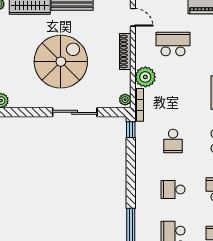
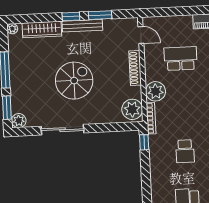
spiral stairs: (61, 62) -> (74, 81), width x0.73, depth x0.73
plant: (125, 100) -> (132, 109), width x1.88, depth x1.88
sliding door: (75, 112) -> (63, 130), moved

